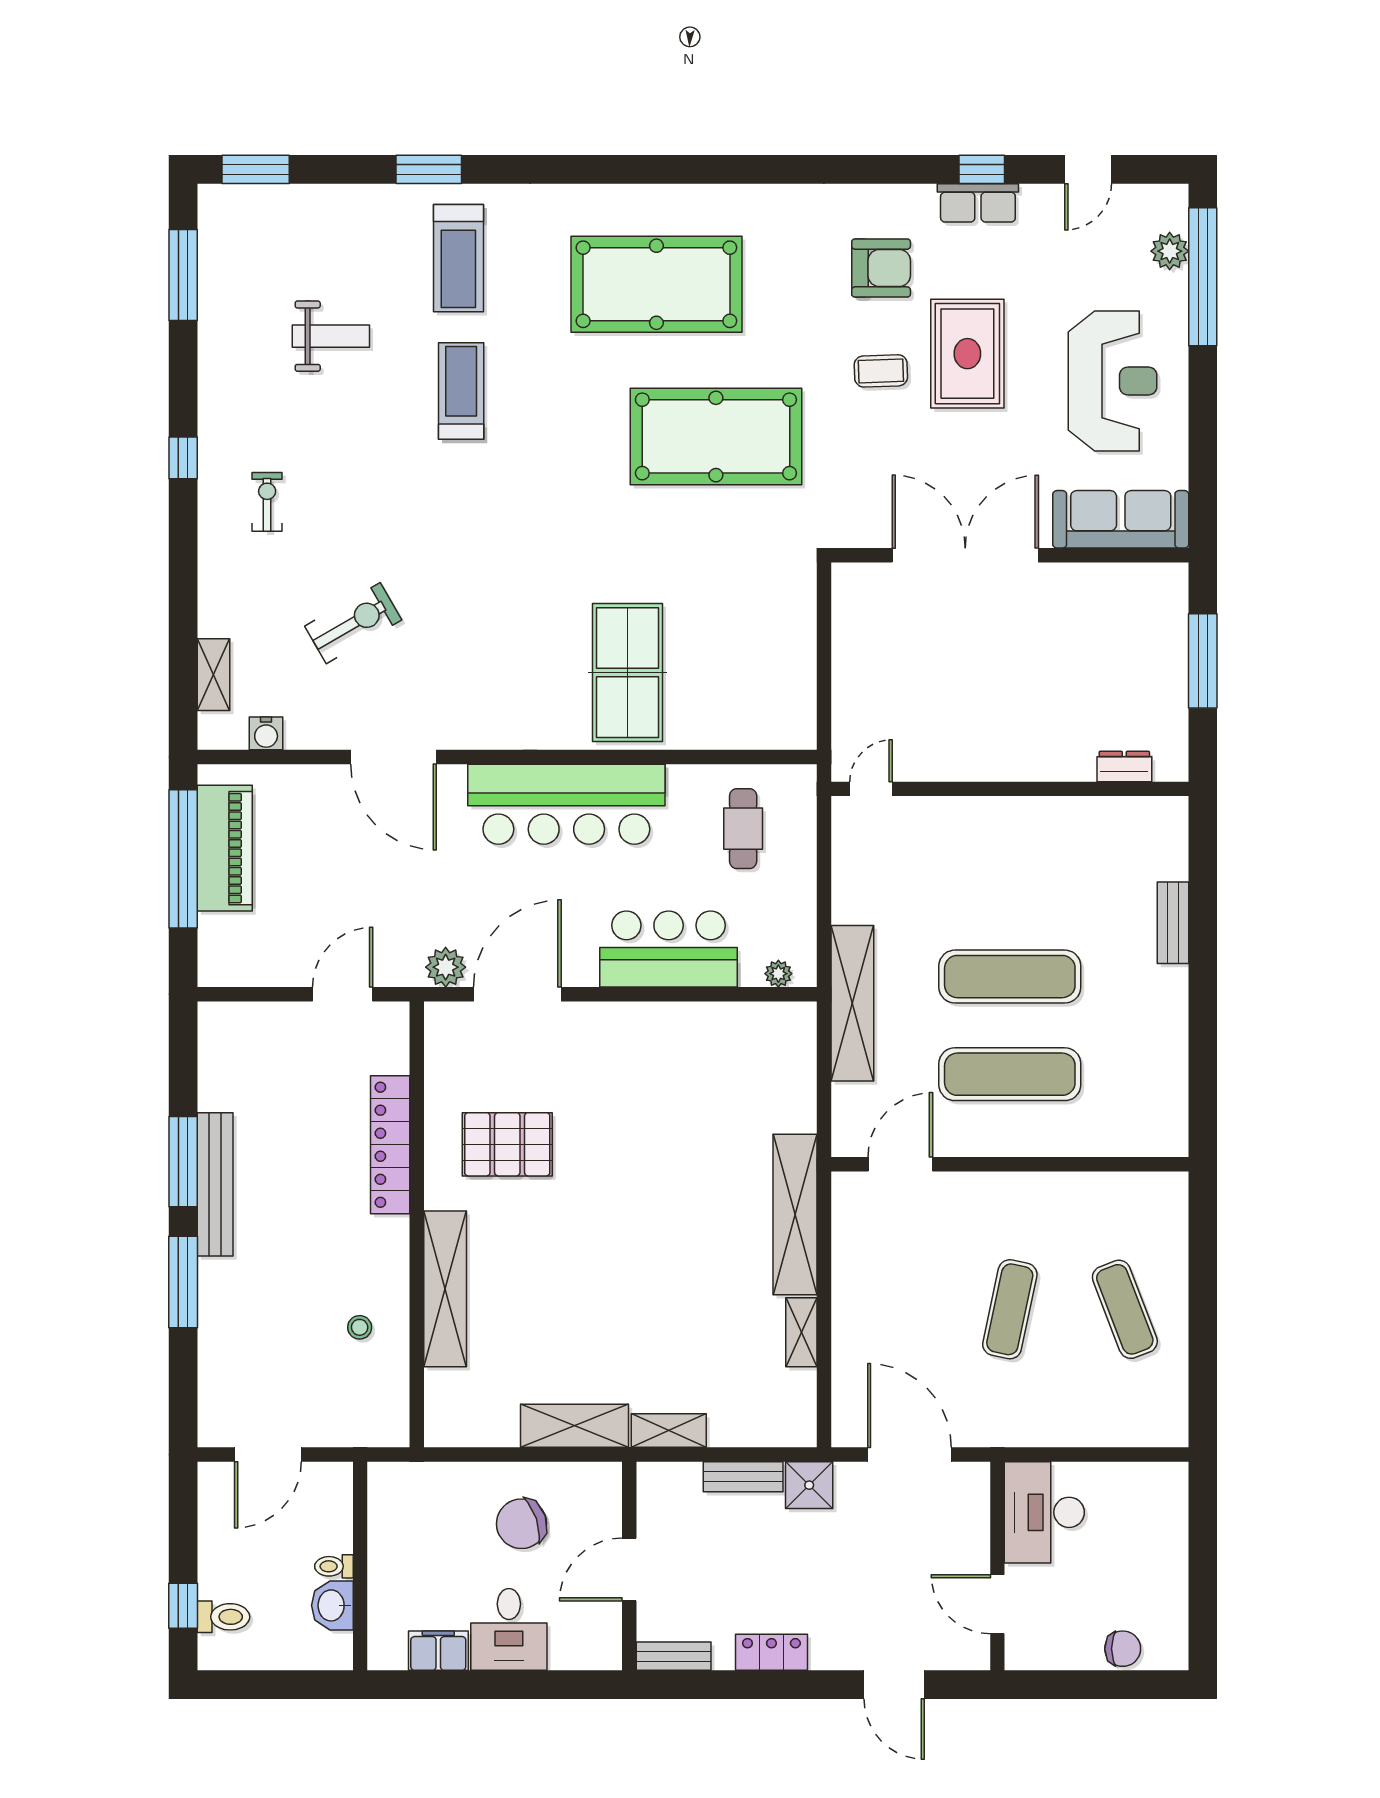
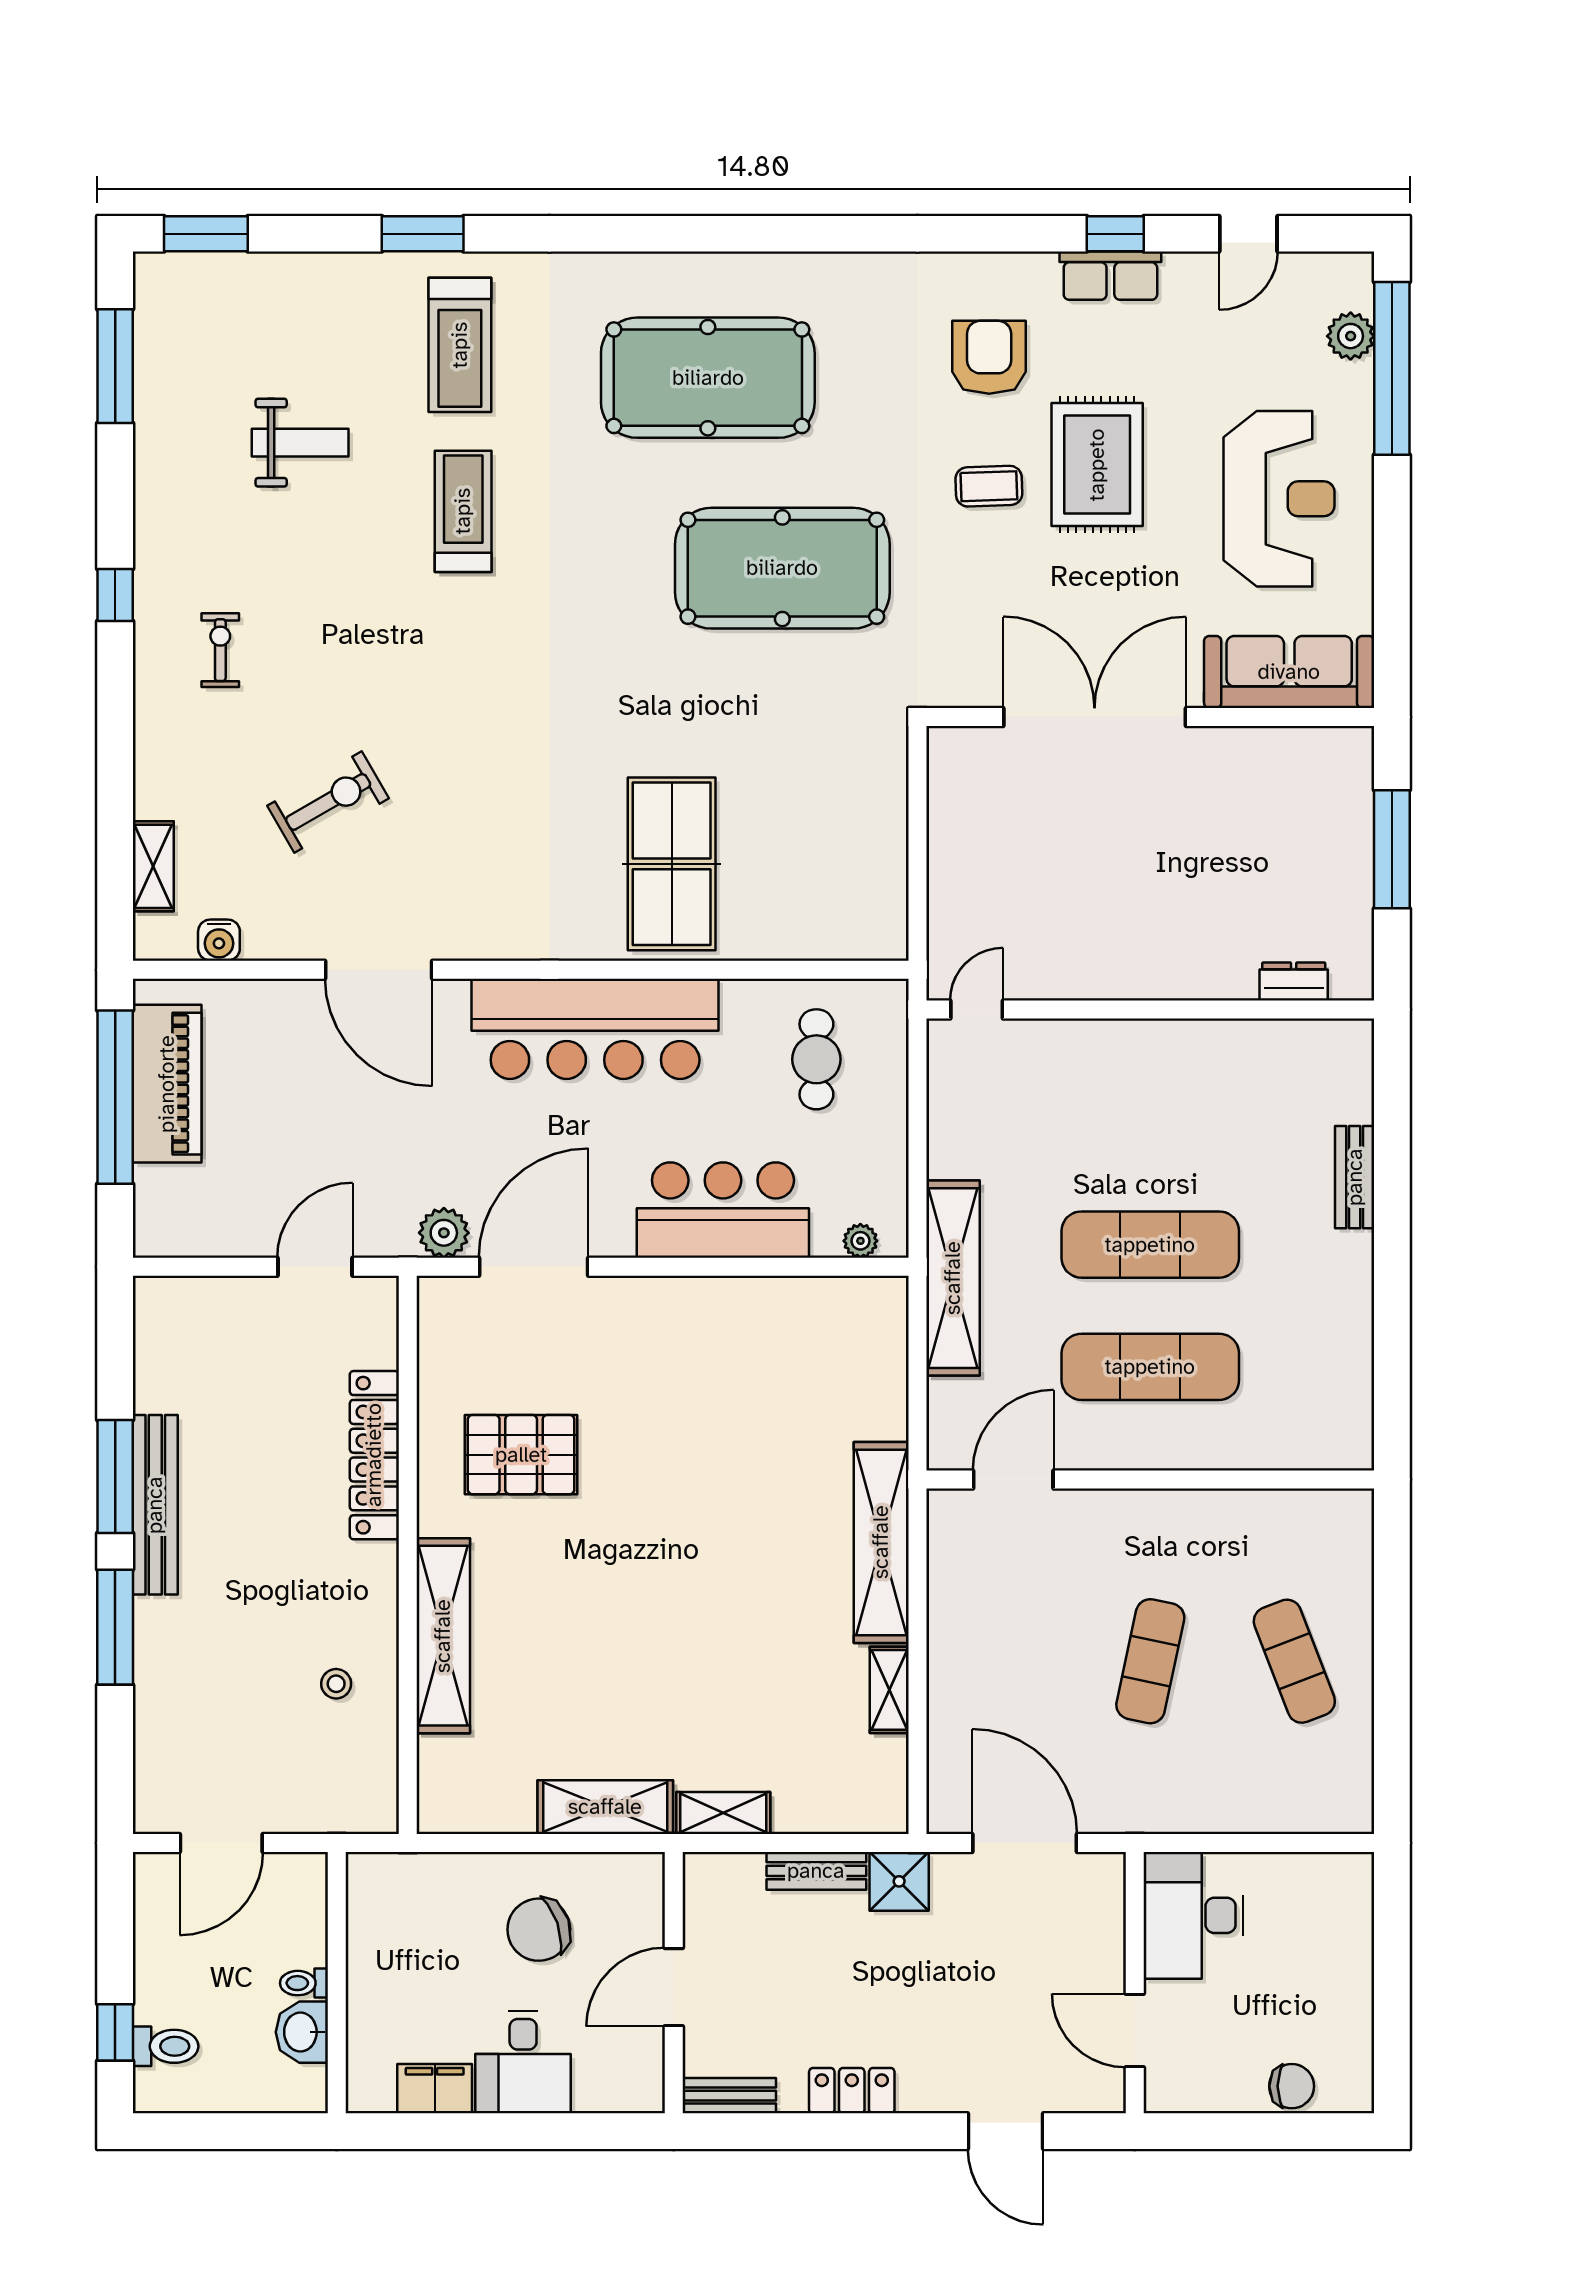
armchair: (881, 268) -> (989, 357), turned -90

